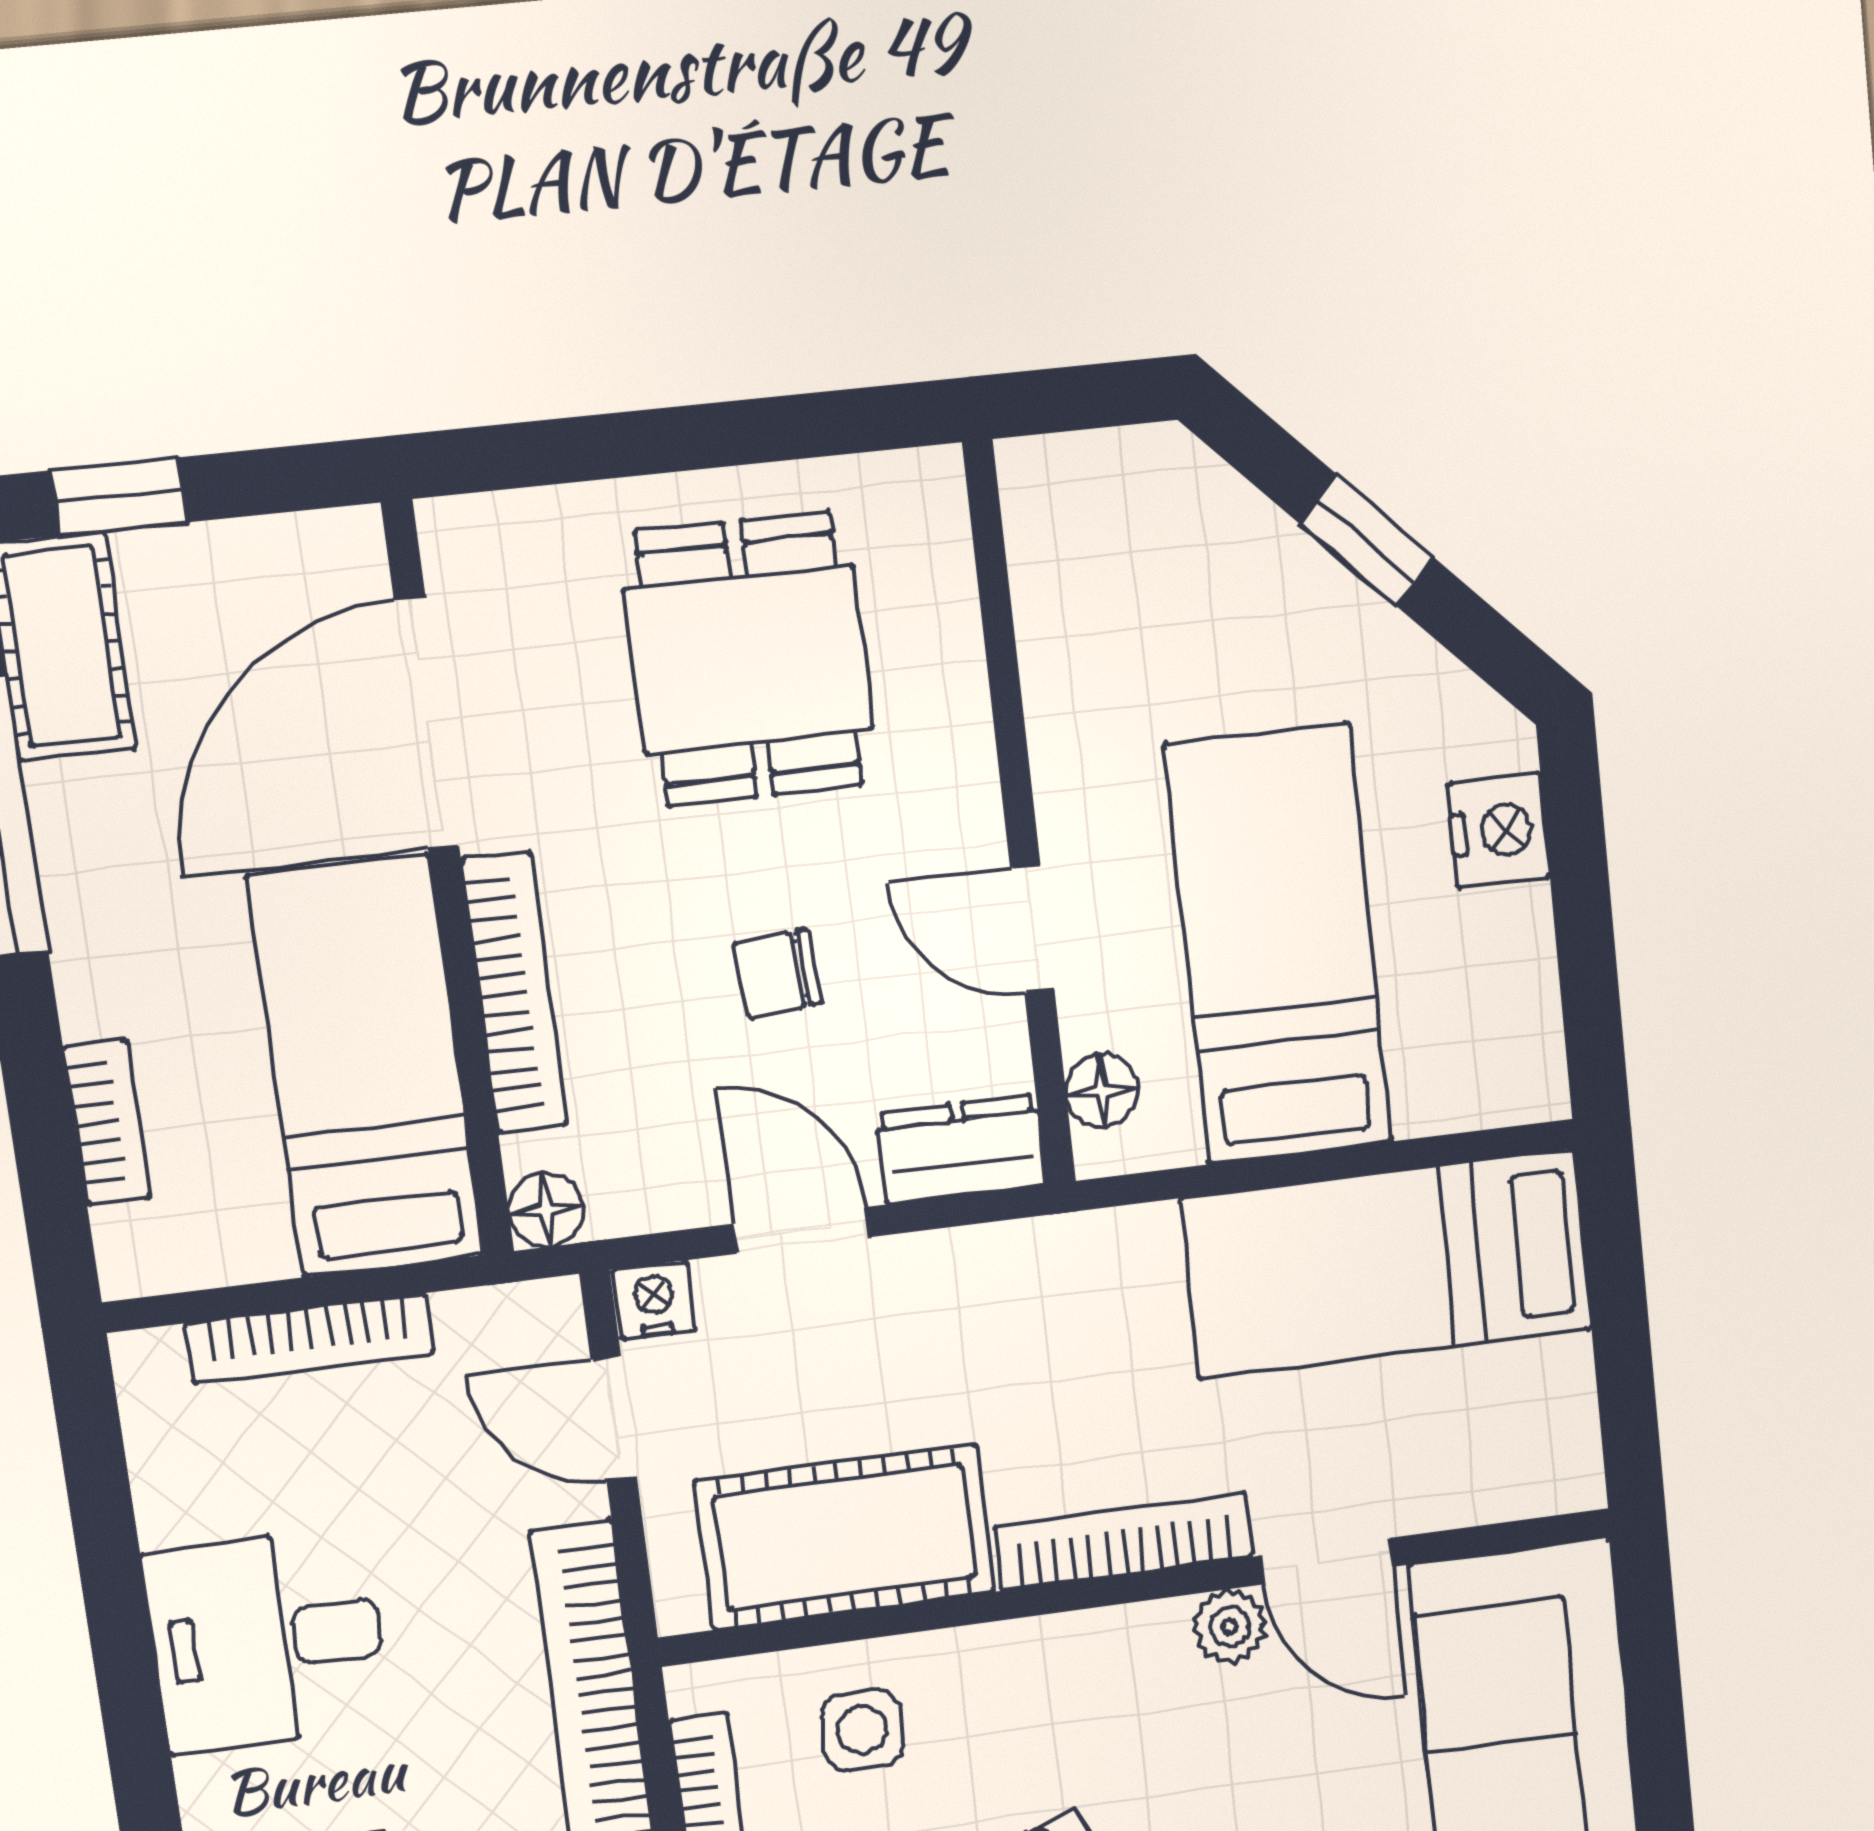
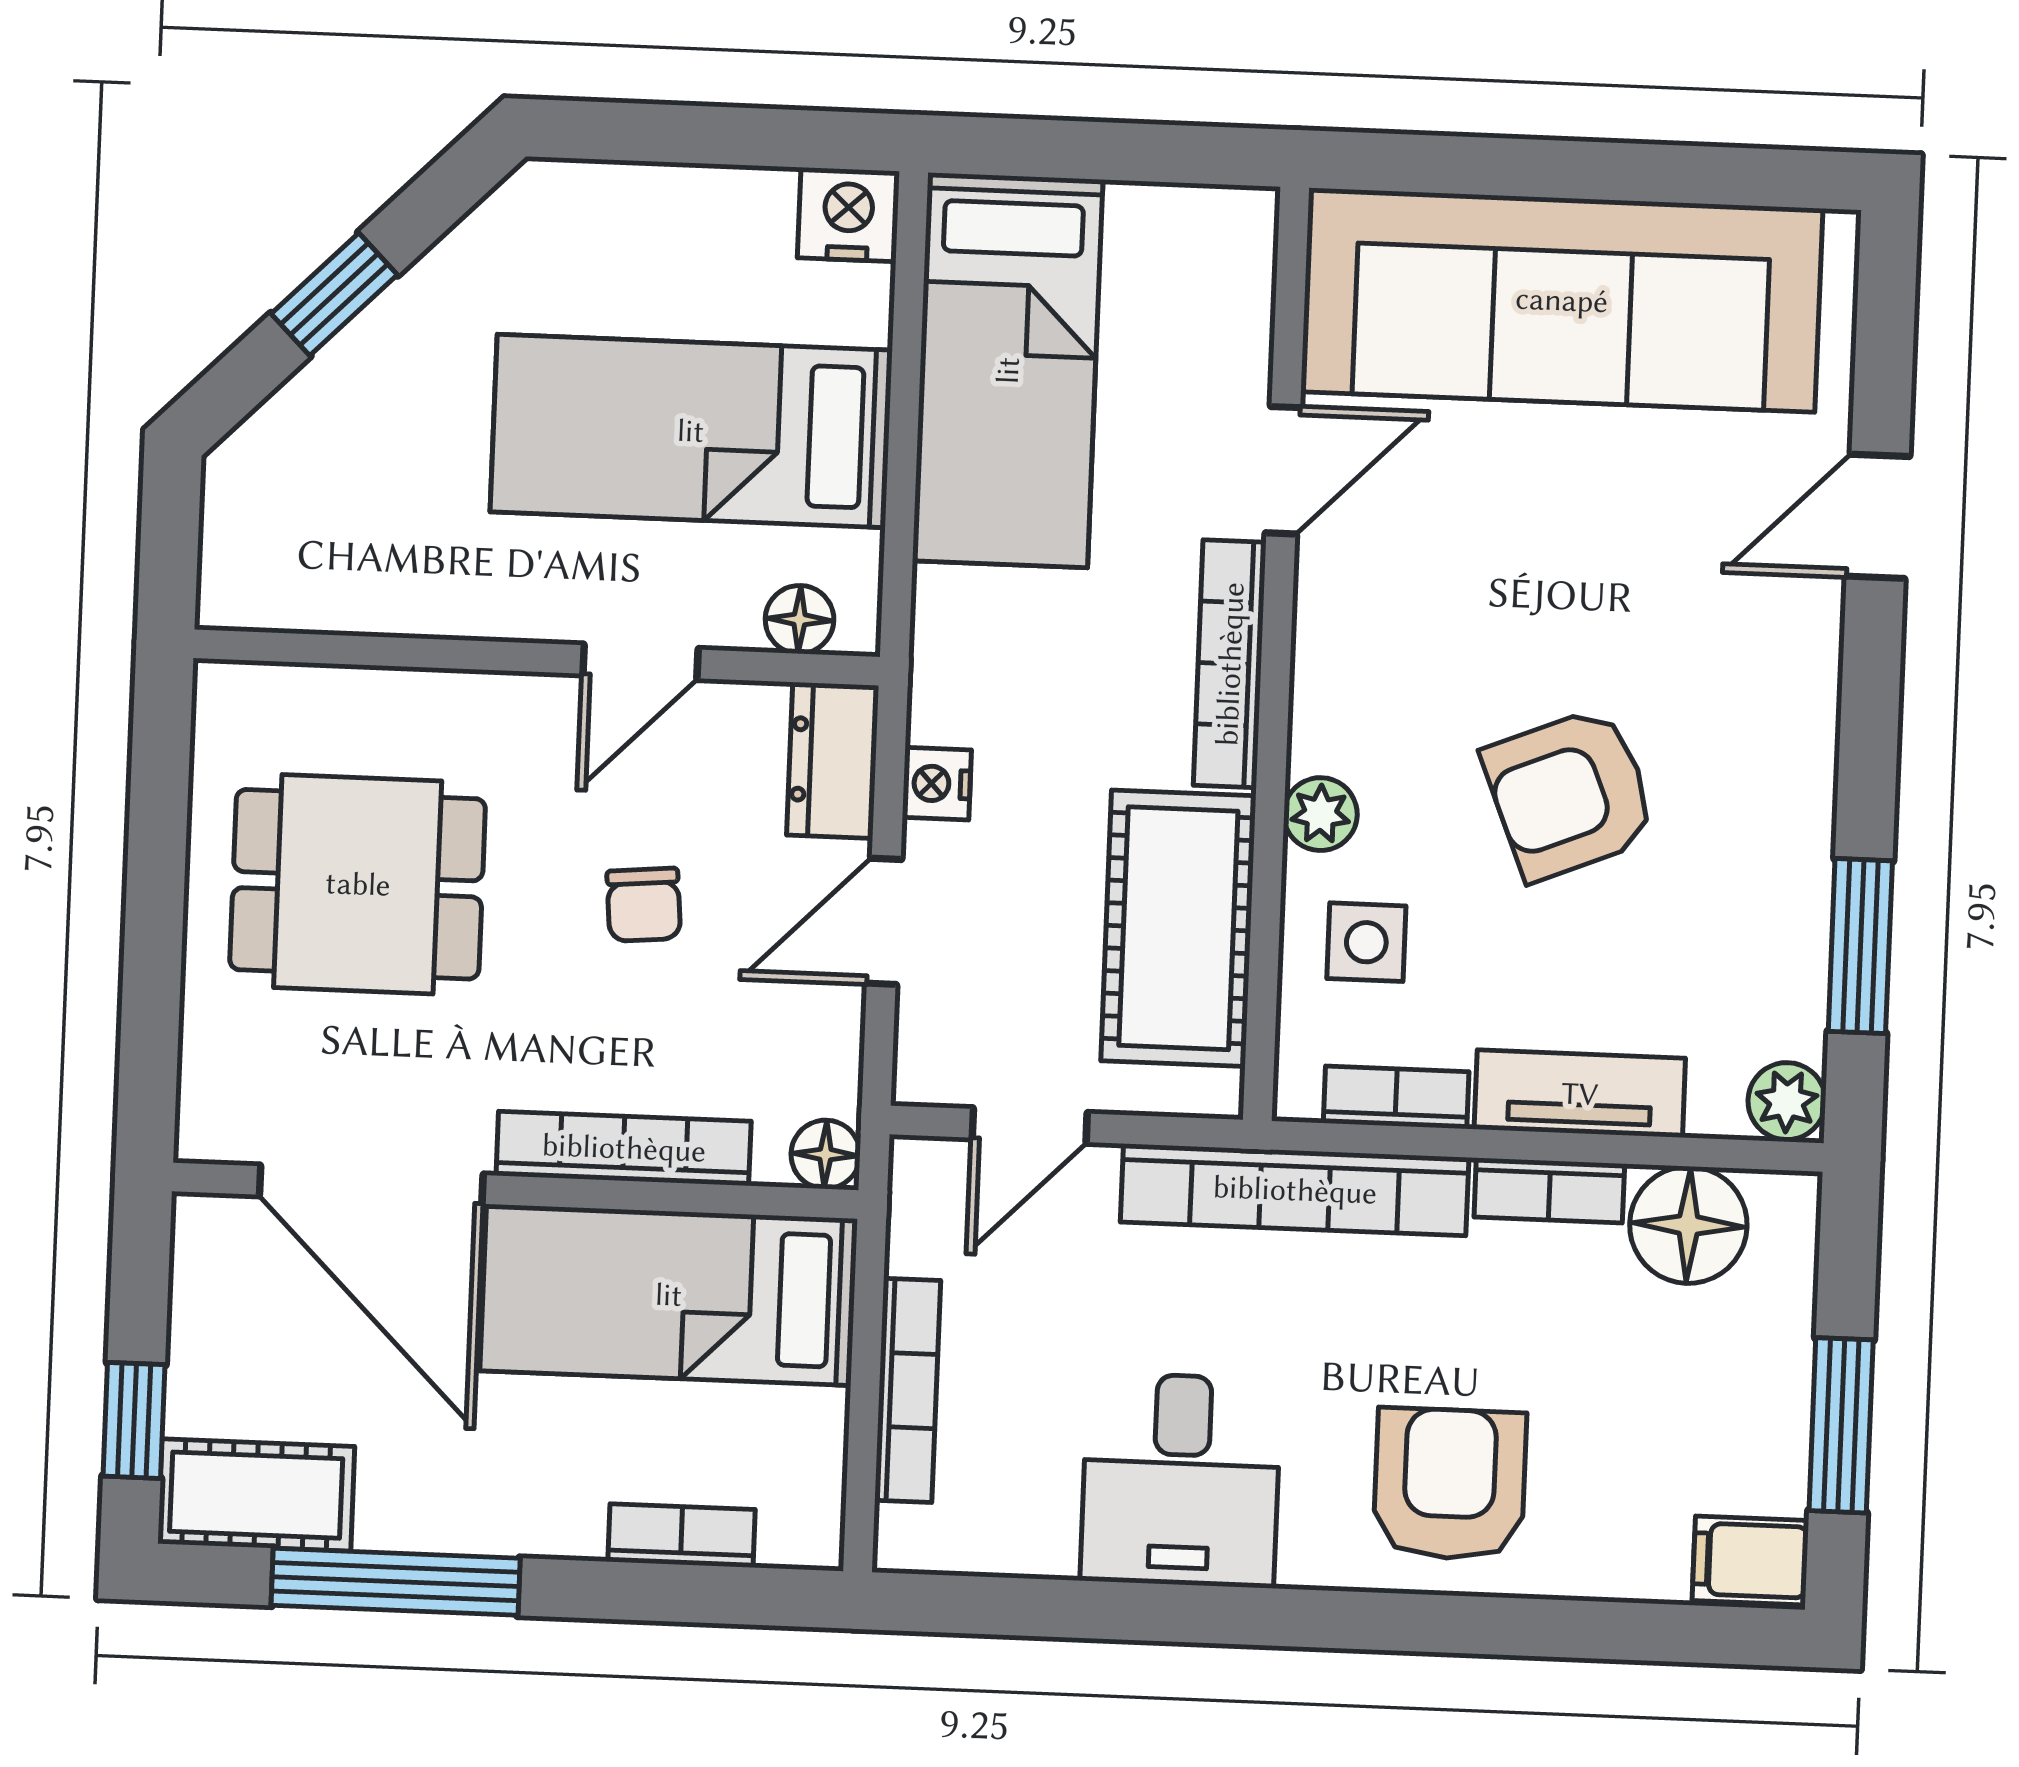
nightstand: (1499, 830) -> (848, 215), moved
nightstand: (654, 1300) -> (937, 784), moved
plant: (1230, 1627) -> (1320, 814), moved

